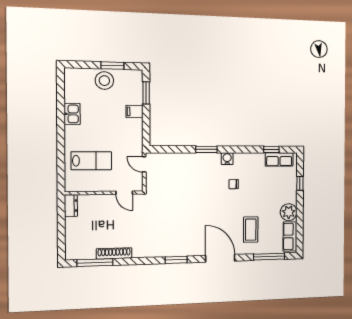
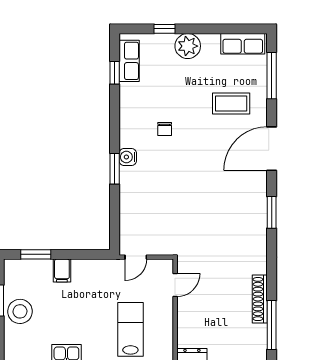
water cooler: (227, 159) -> (128, 157), moved
plant: (289, 212) -> (188, 46), moved

